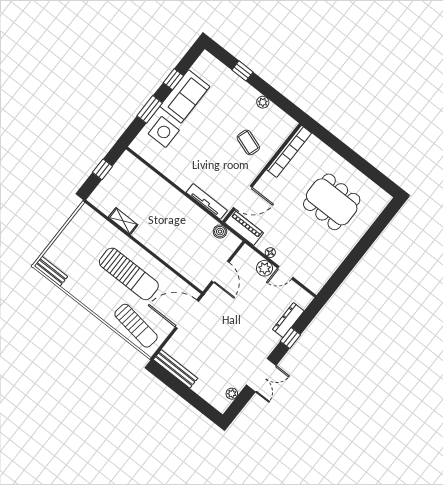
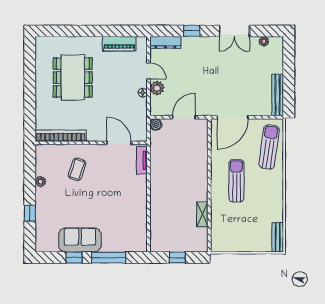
window: (150, 109) -> (109, 258), width x1.44
side table: (164, 132) -> (117, 235), removed
tv unit: (207, 201) -> (142, 160), width x0.71
piano: (244, 228) -> (119, 44), moved, turned -90
boiler: (220, 232) -> (156, 125), moved
sun lounger: (129, 274) -> (236, 181), width x0.73, depth x0.75
door: (187, 314) -> (233, 117), hinge flipped
dresser: (288, 320) -> (165, 42), moved
double door: (261, 375) -> (234, 31), swing flipped

